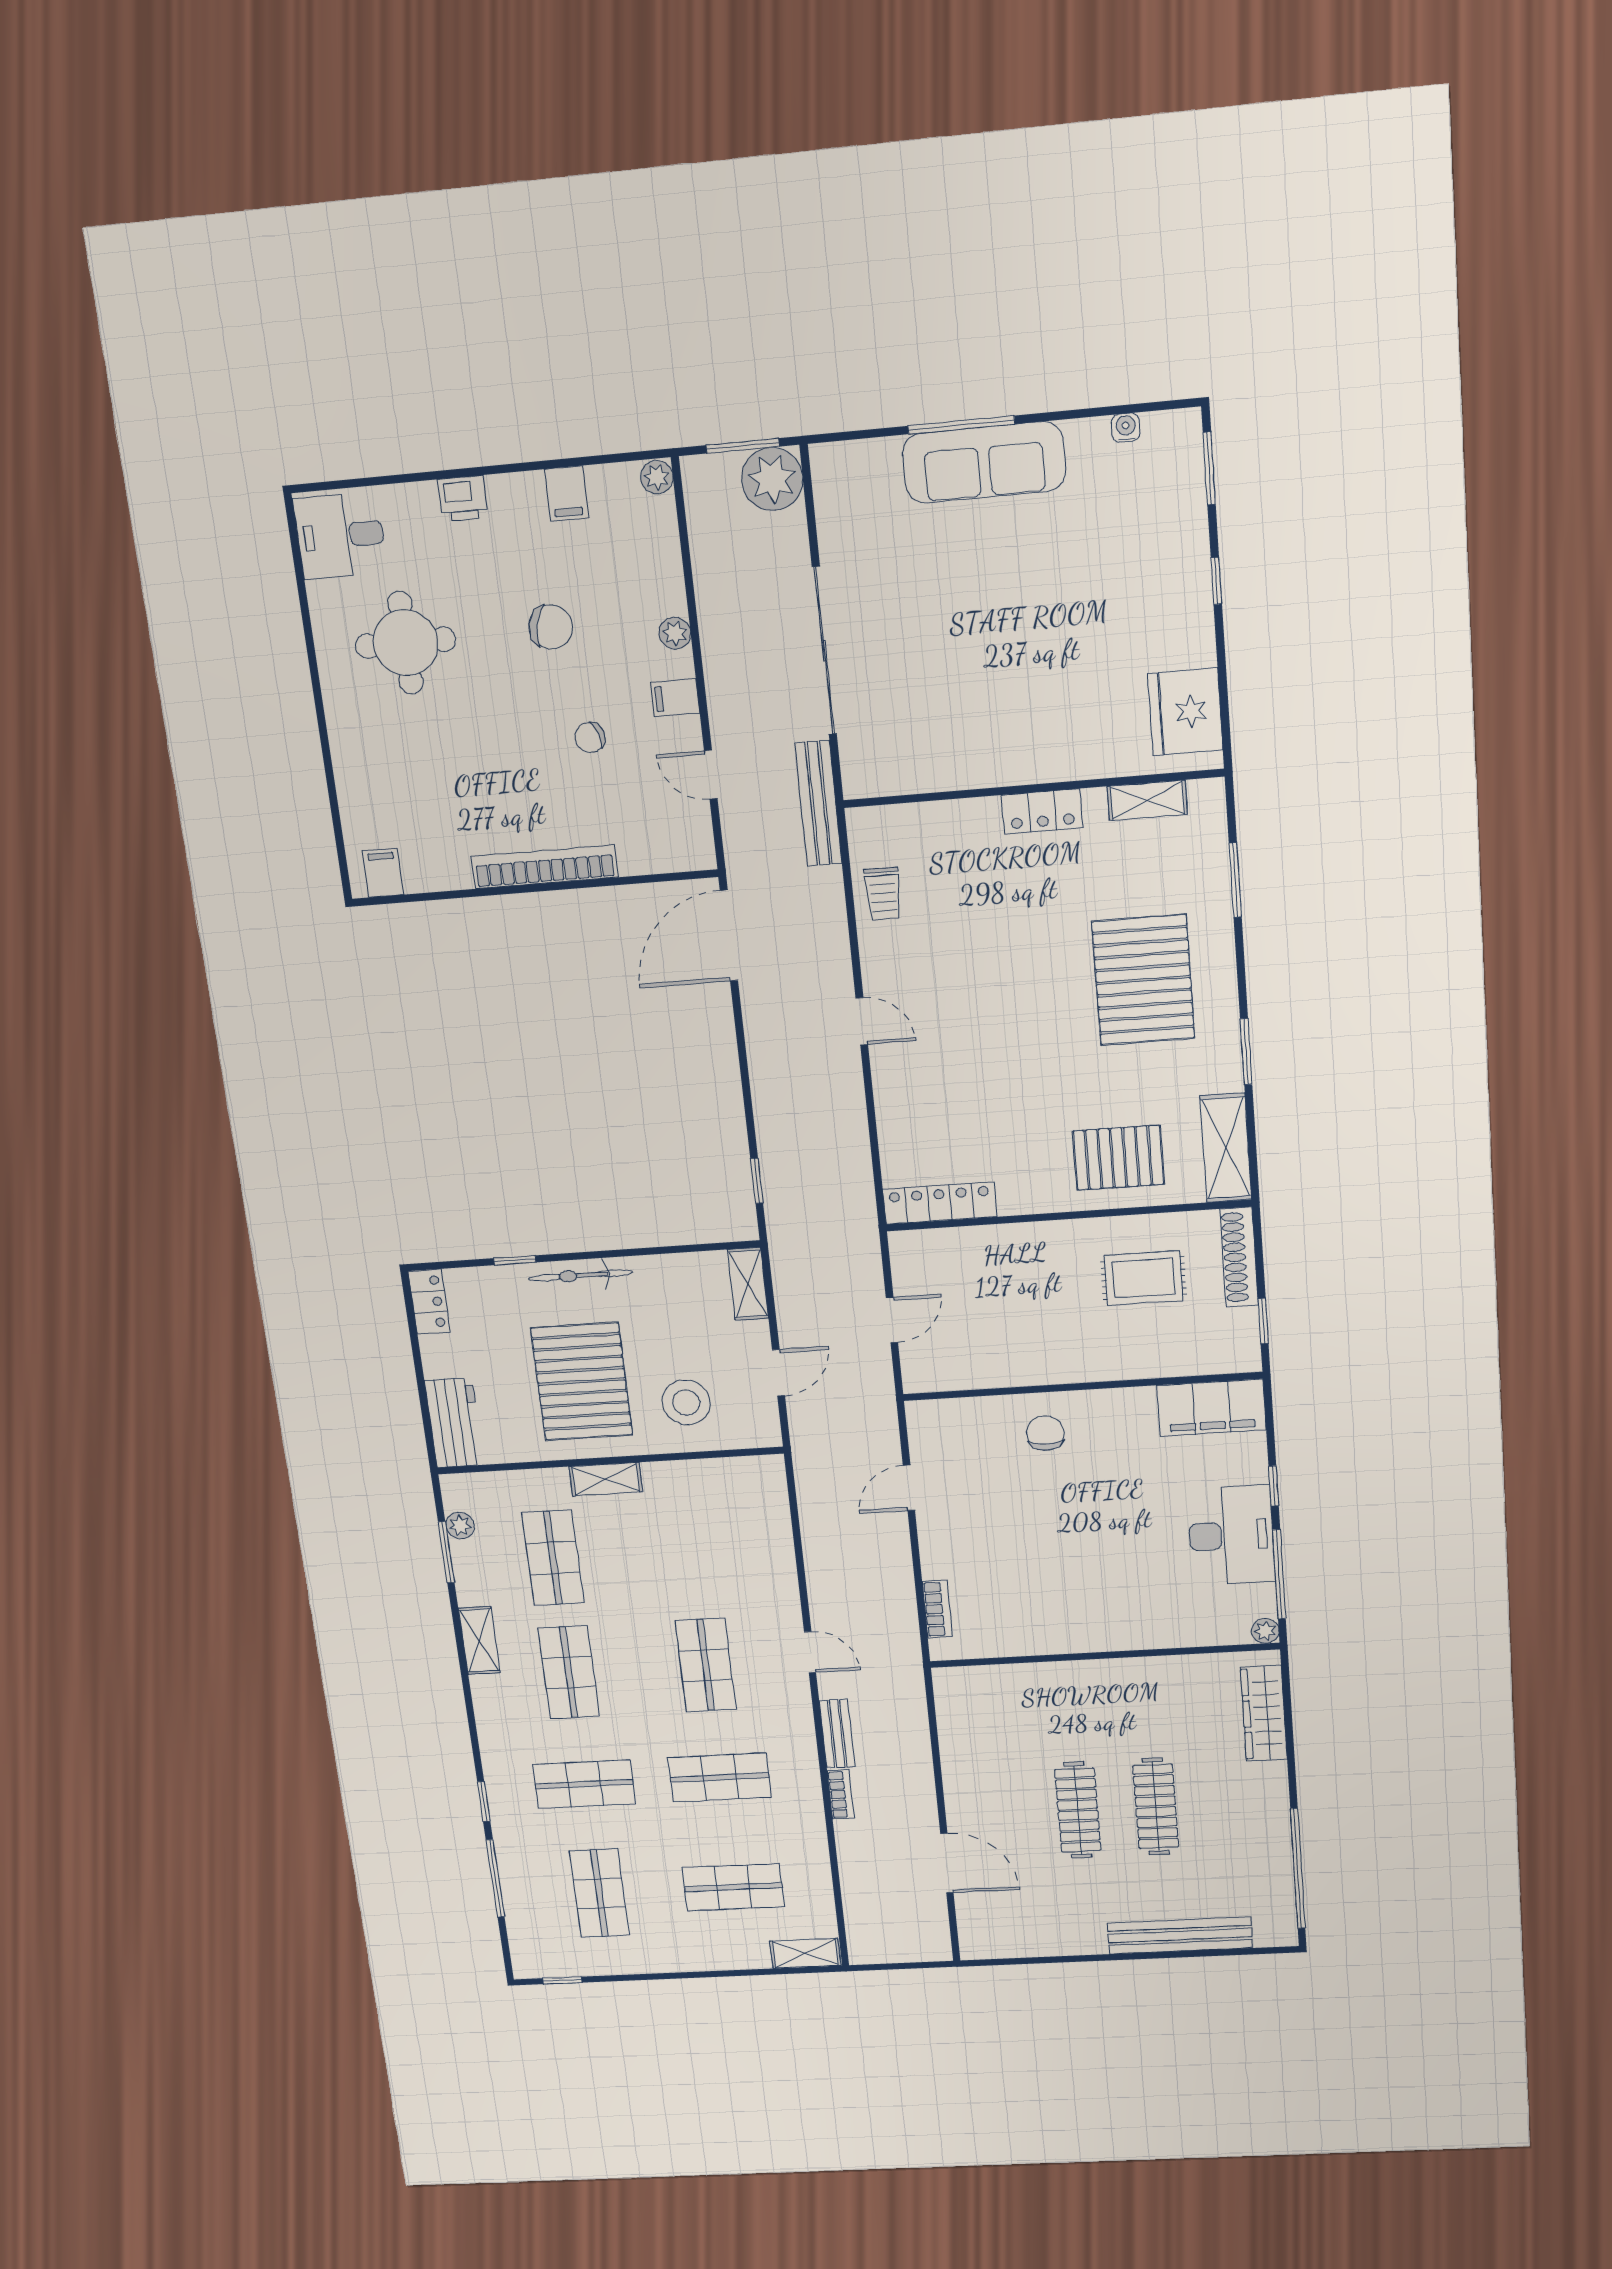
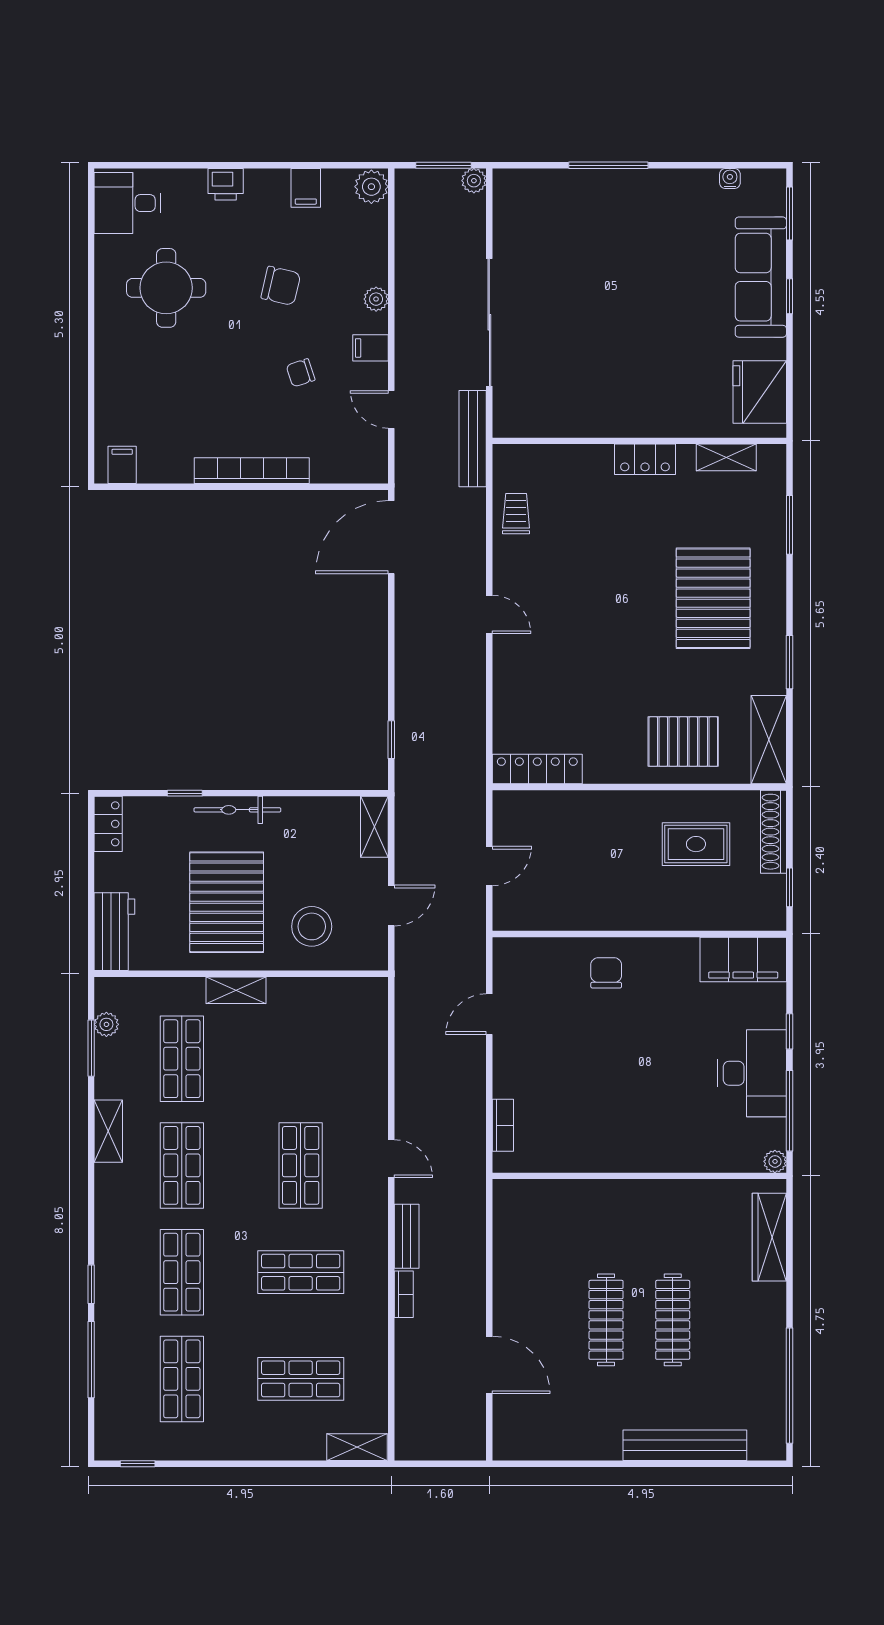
sofa: (984, 462) -> (761, 277), moved, turned 90
plant: (657, 477) -> (371, 187), width x1.38, depth x1.38
plant: (772, 479) -> (474, 181), width x0.53, depth x0.53
trolley: (883, 894) -> (516, 514), turned 180
shop shelf: (584, 1784) -> (182, 1272), turned 90

